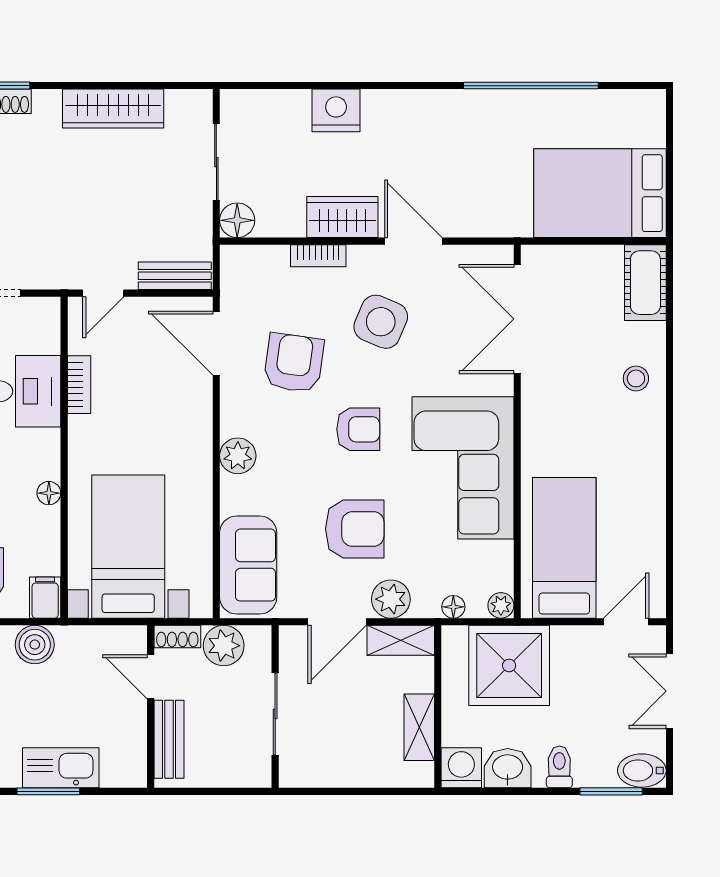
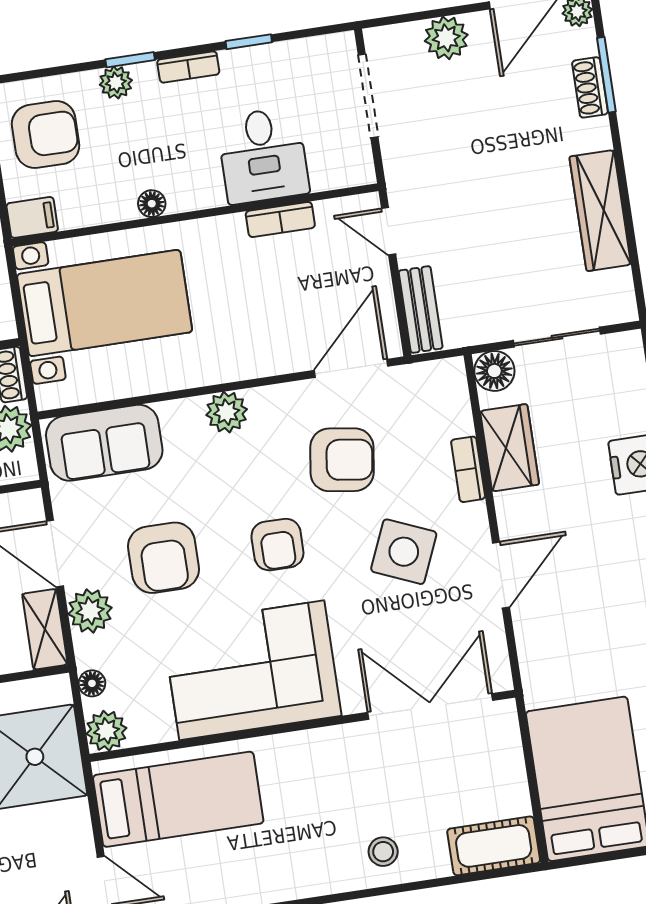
wardrobe: (342, 217) -> (510, 448), moved
plant: (501, 605) -> (106, 731), width x1.38, depth x1.38

